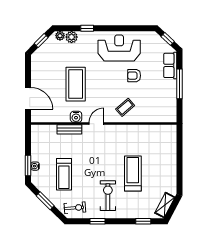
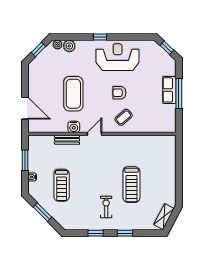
window: (87, 28) -> (100, 37), moved
row of seats: (170, 65) -> (169, 90), moved
armchair: (134, 76) -> (119, 93), moved
window: (28, 165) -> (25, 160), moved
treadmill: (133, 174) -> (131, 185), turned 180
exercise bike: (108, 196) -> (106, 207), width x0.73, depth x0.72
exercise bike: (75, 208) -> (73, 219), removed
window: (143, 221) -> (125, 233), moved

